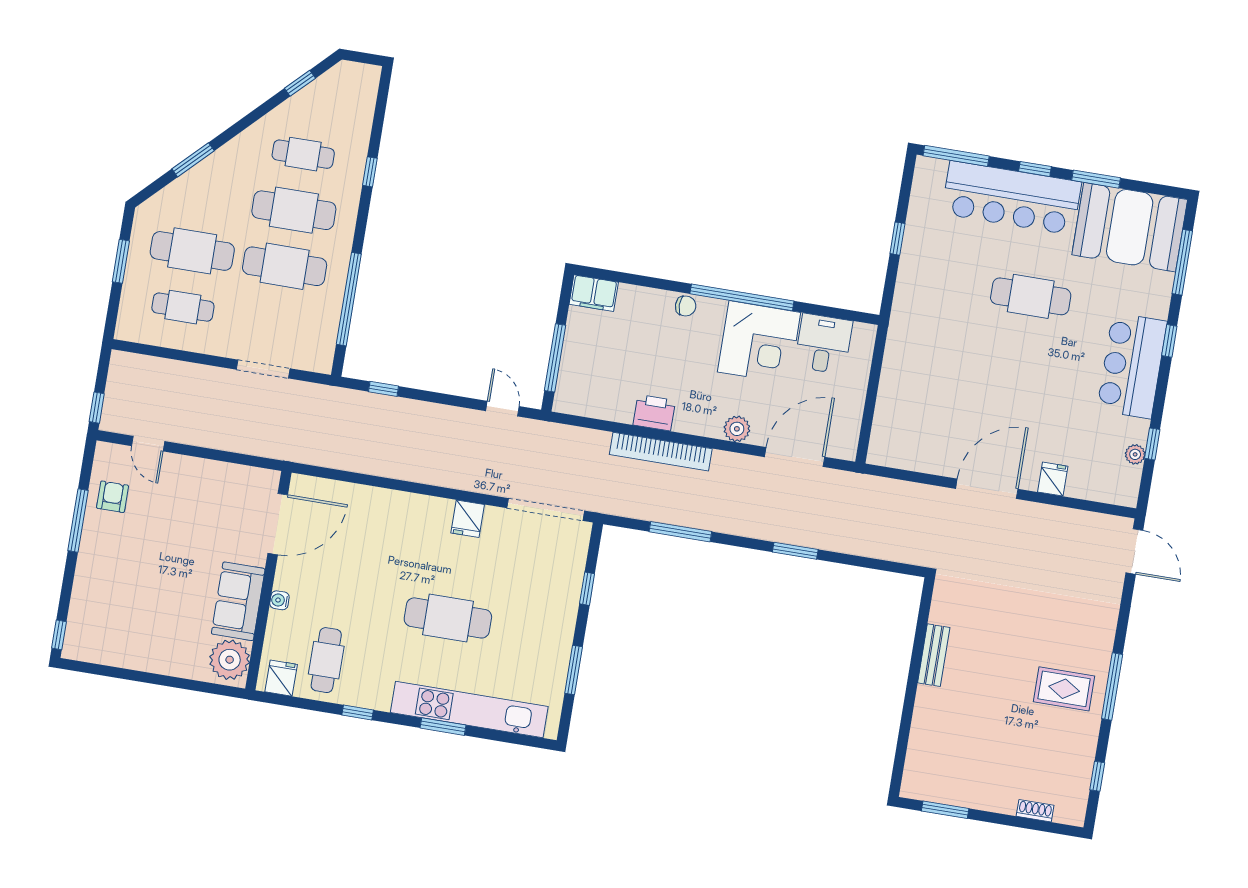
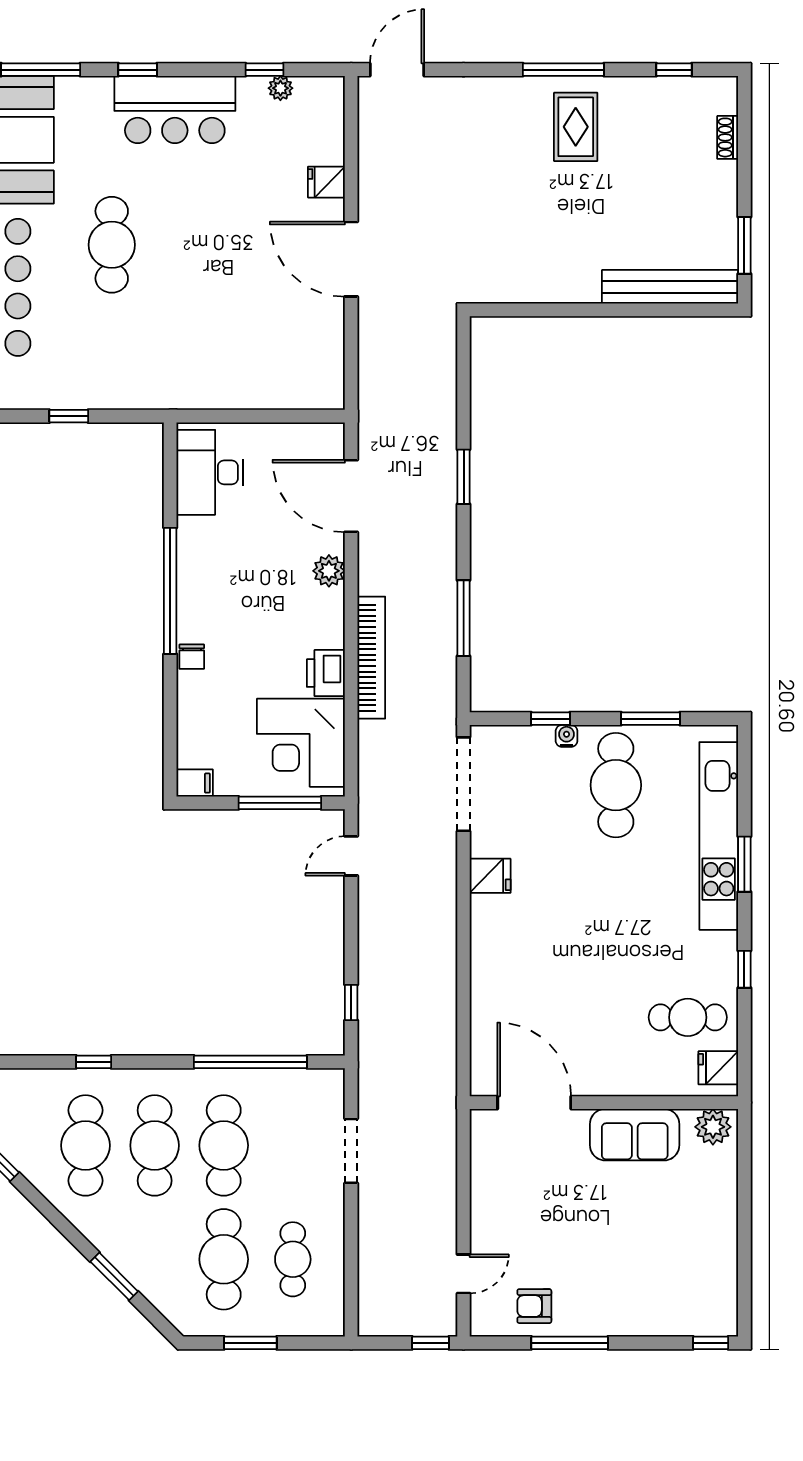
cafe table: (303, 154) -> (86, 1145), width x1.37, depth x1.35
filing cabinet: (594, 293) -> (195, 783), width x0.50
chair: (686, 306) -> (192, 657), turned 180
corner desk: (759, 342) -> (301, 743), moved, turned 180
desk: (823, 344) -> (210, 472), width x1.37
water cooler: (279, 600) -> (567, 736), moved, turned 180
cafe table: (448, 618) -> (616, 785), moved
bench: (934, 655) -> (670, 287), moved, width x1.86, depth x1.21
plant: (230, 660) -> (713, 1127), width x0.73, depth x0.73

